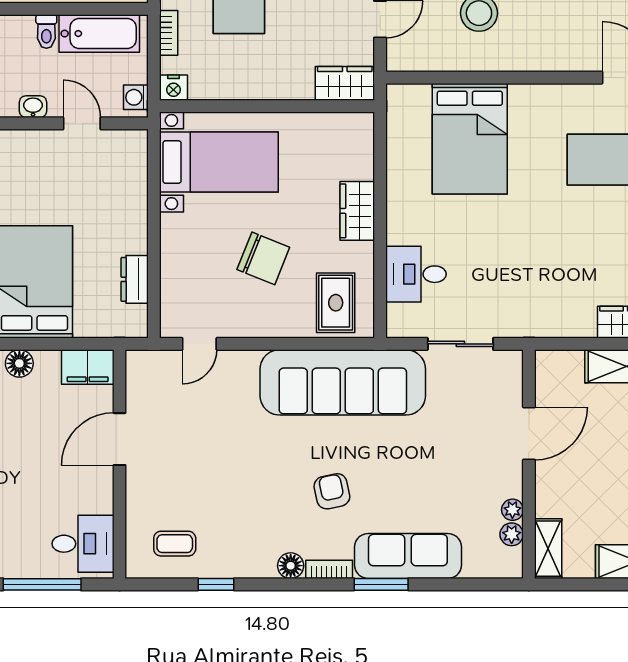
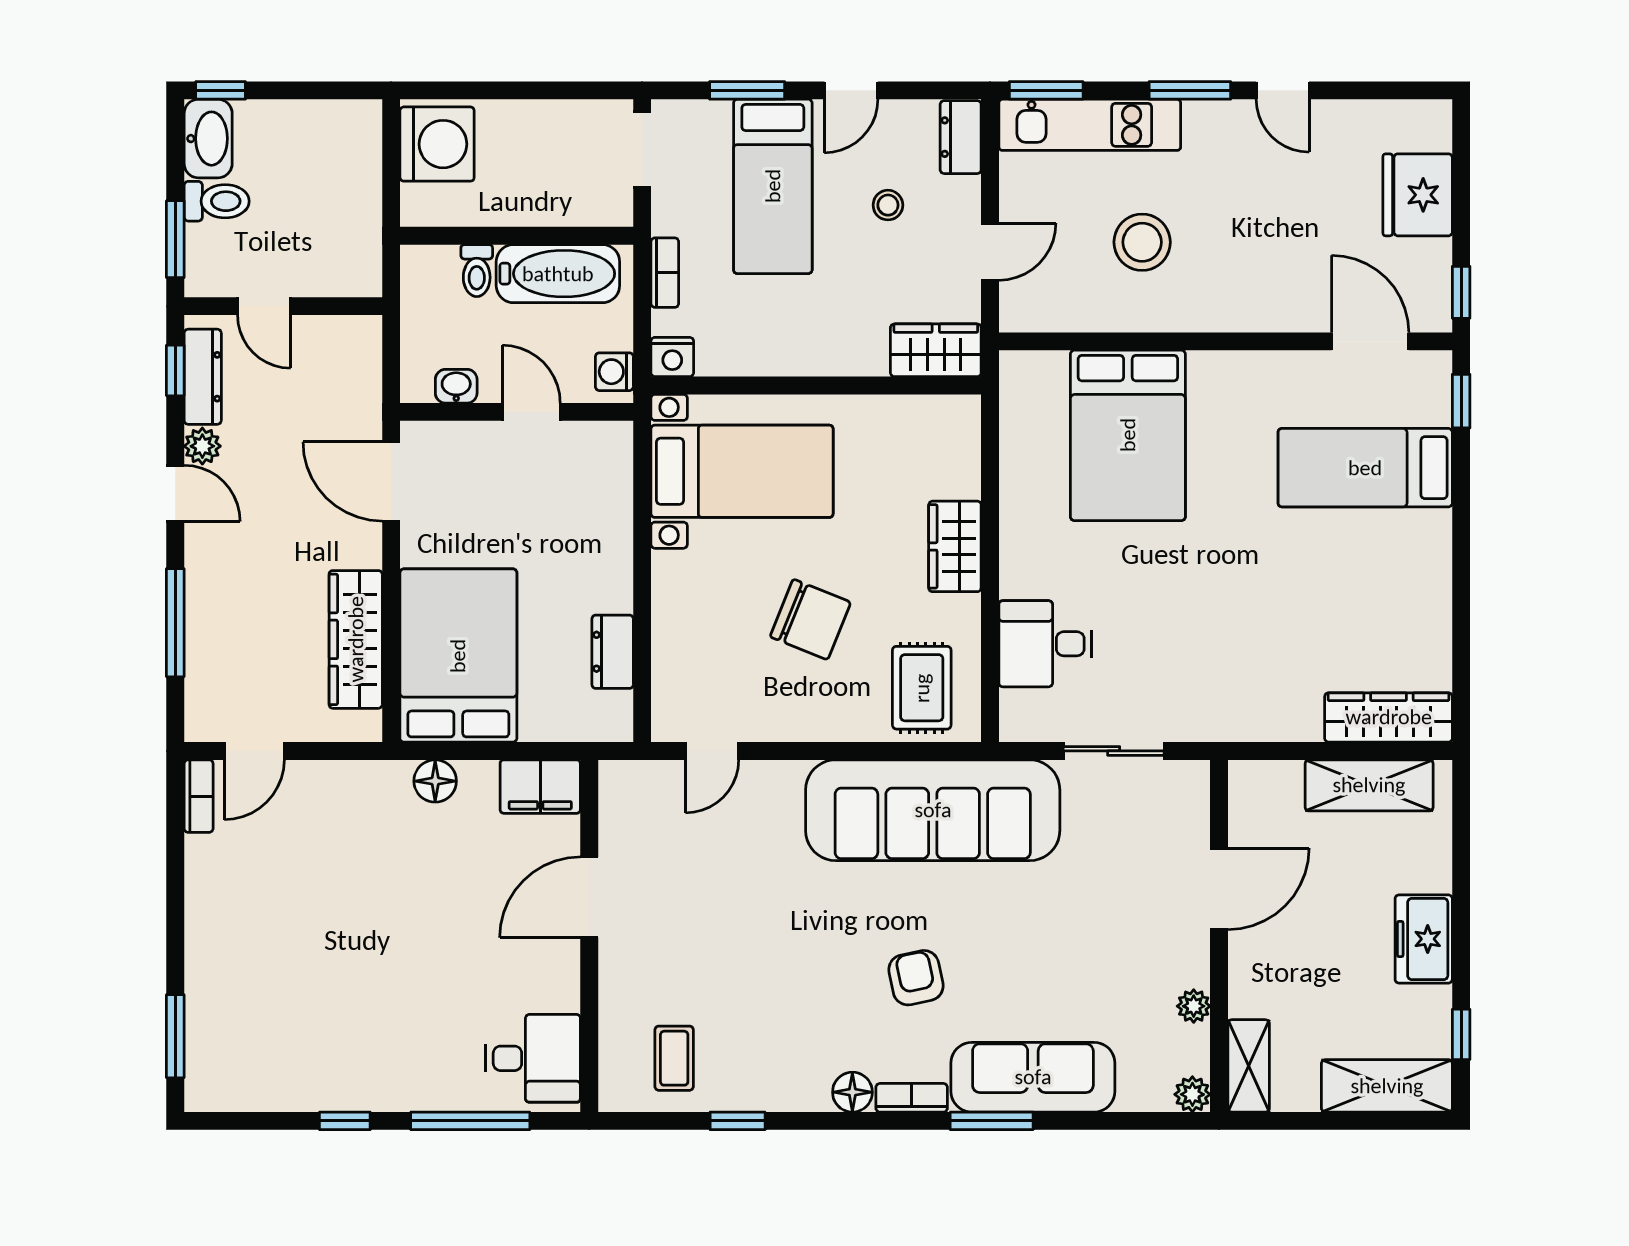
plant: (512, 534) -> (1192, 1094), moved
coffee table: (175, 544) -> (674, 1058), turned 90

